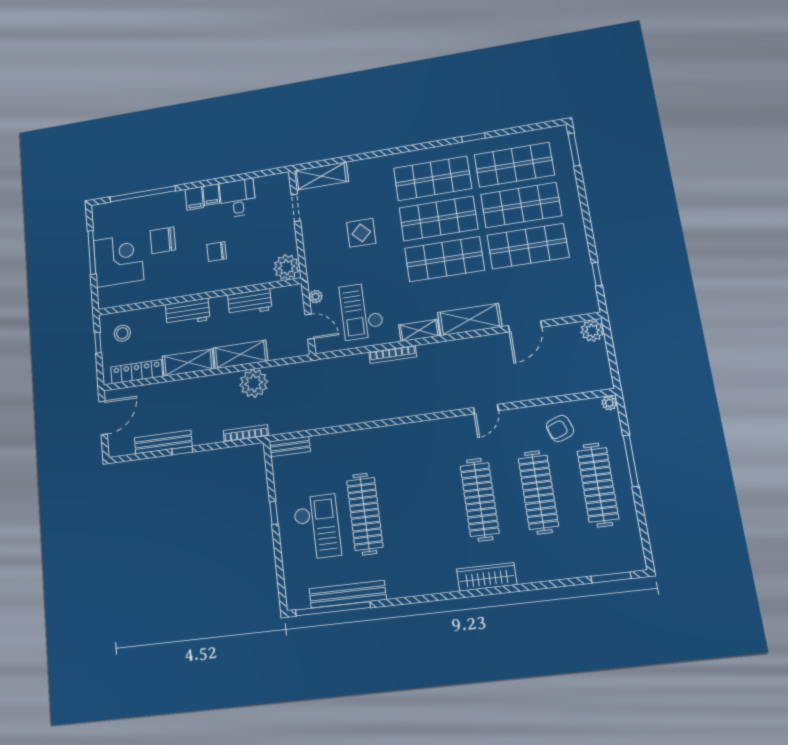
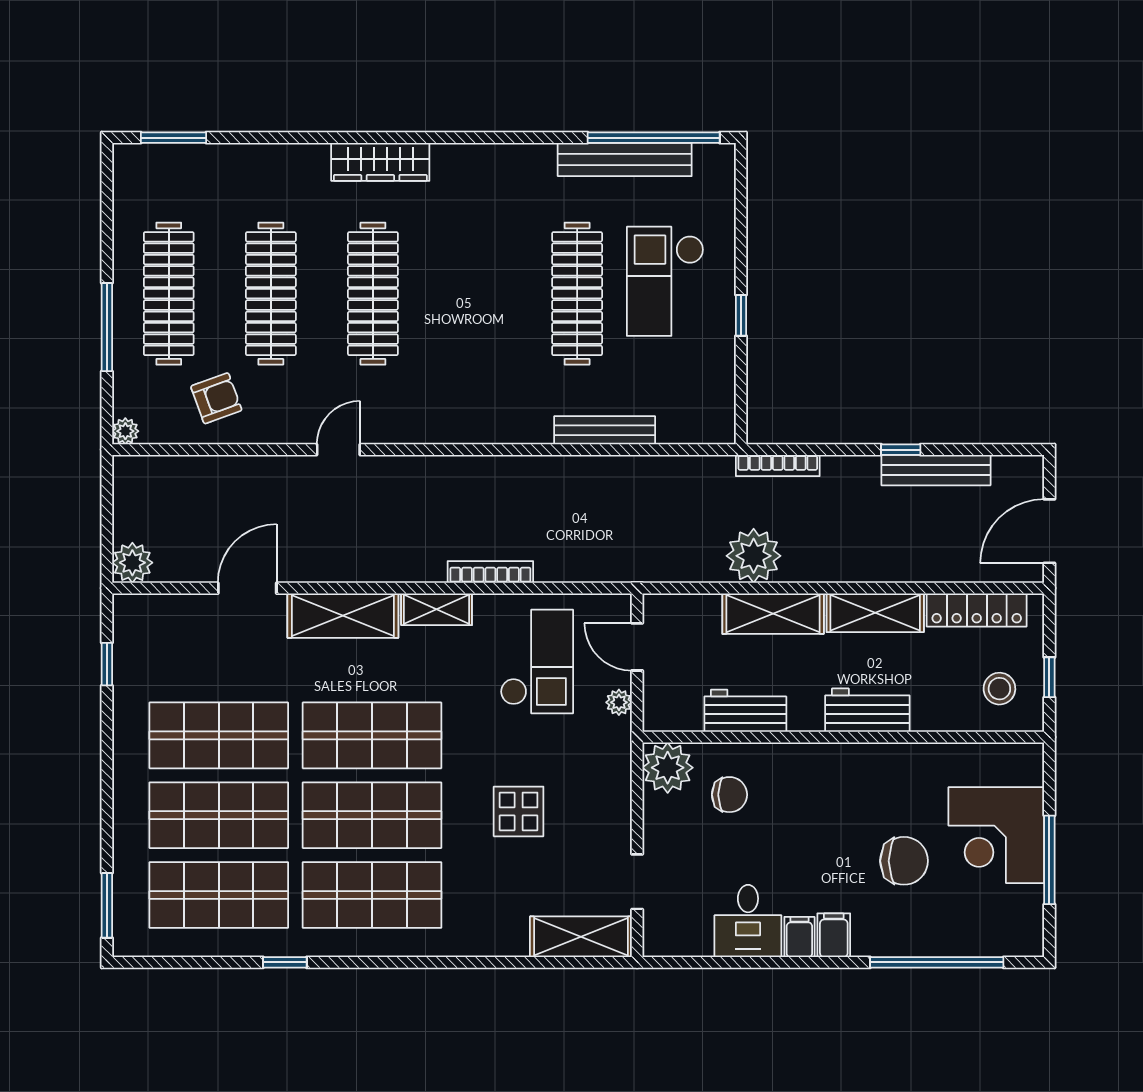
chair: (217, 252) -> (729, 795), moved
bench: (290, 446) -> (605, 430), moved, width x1.36

